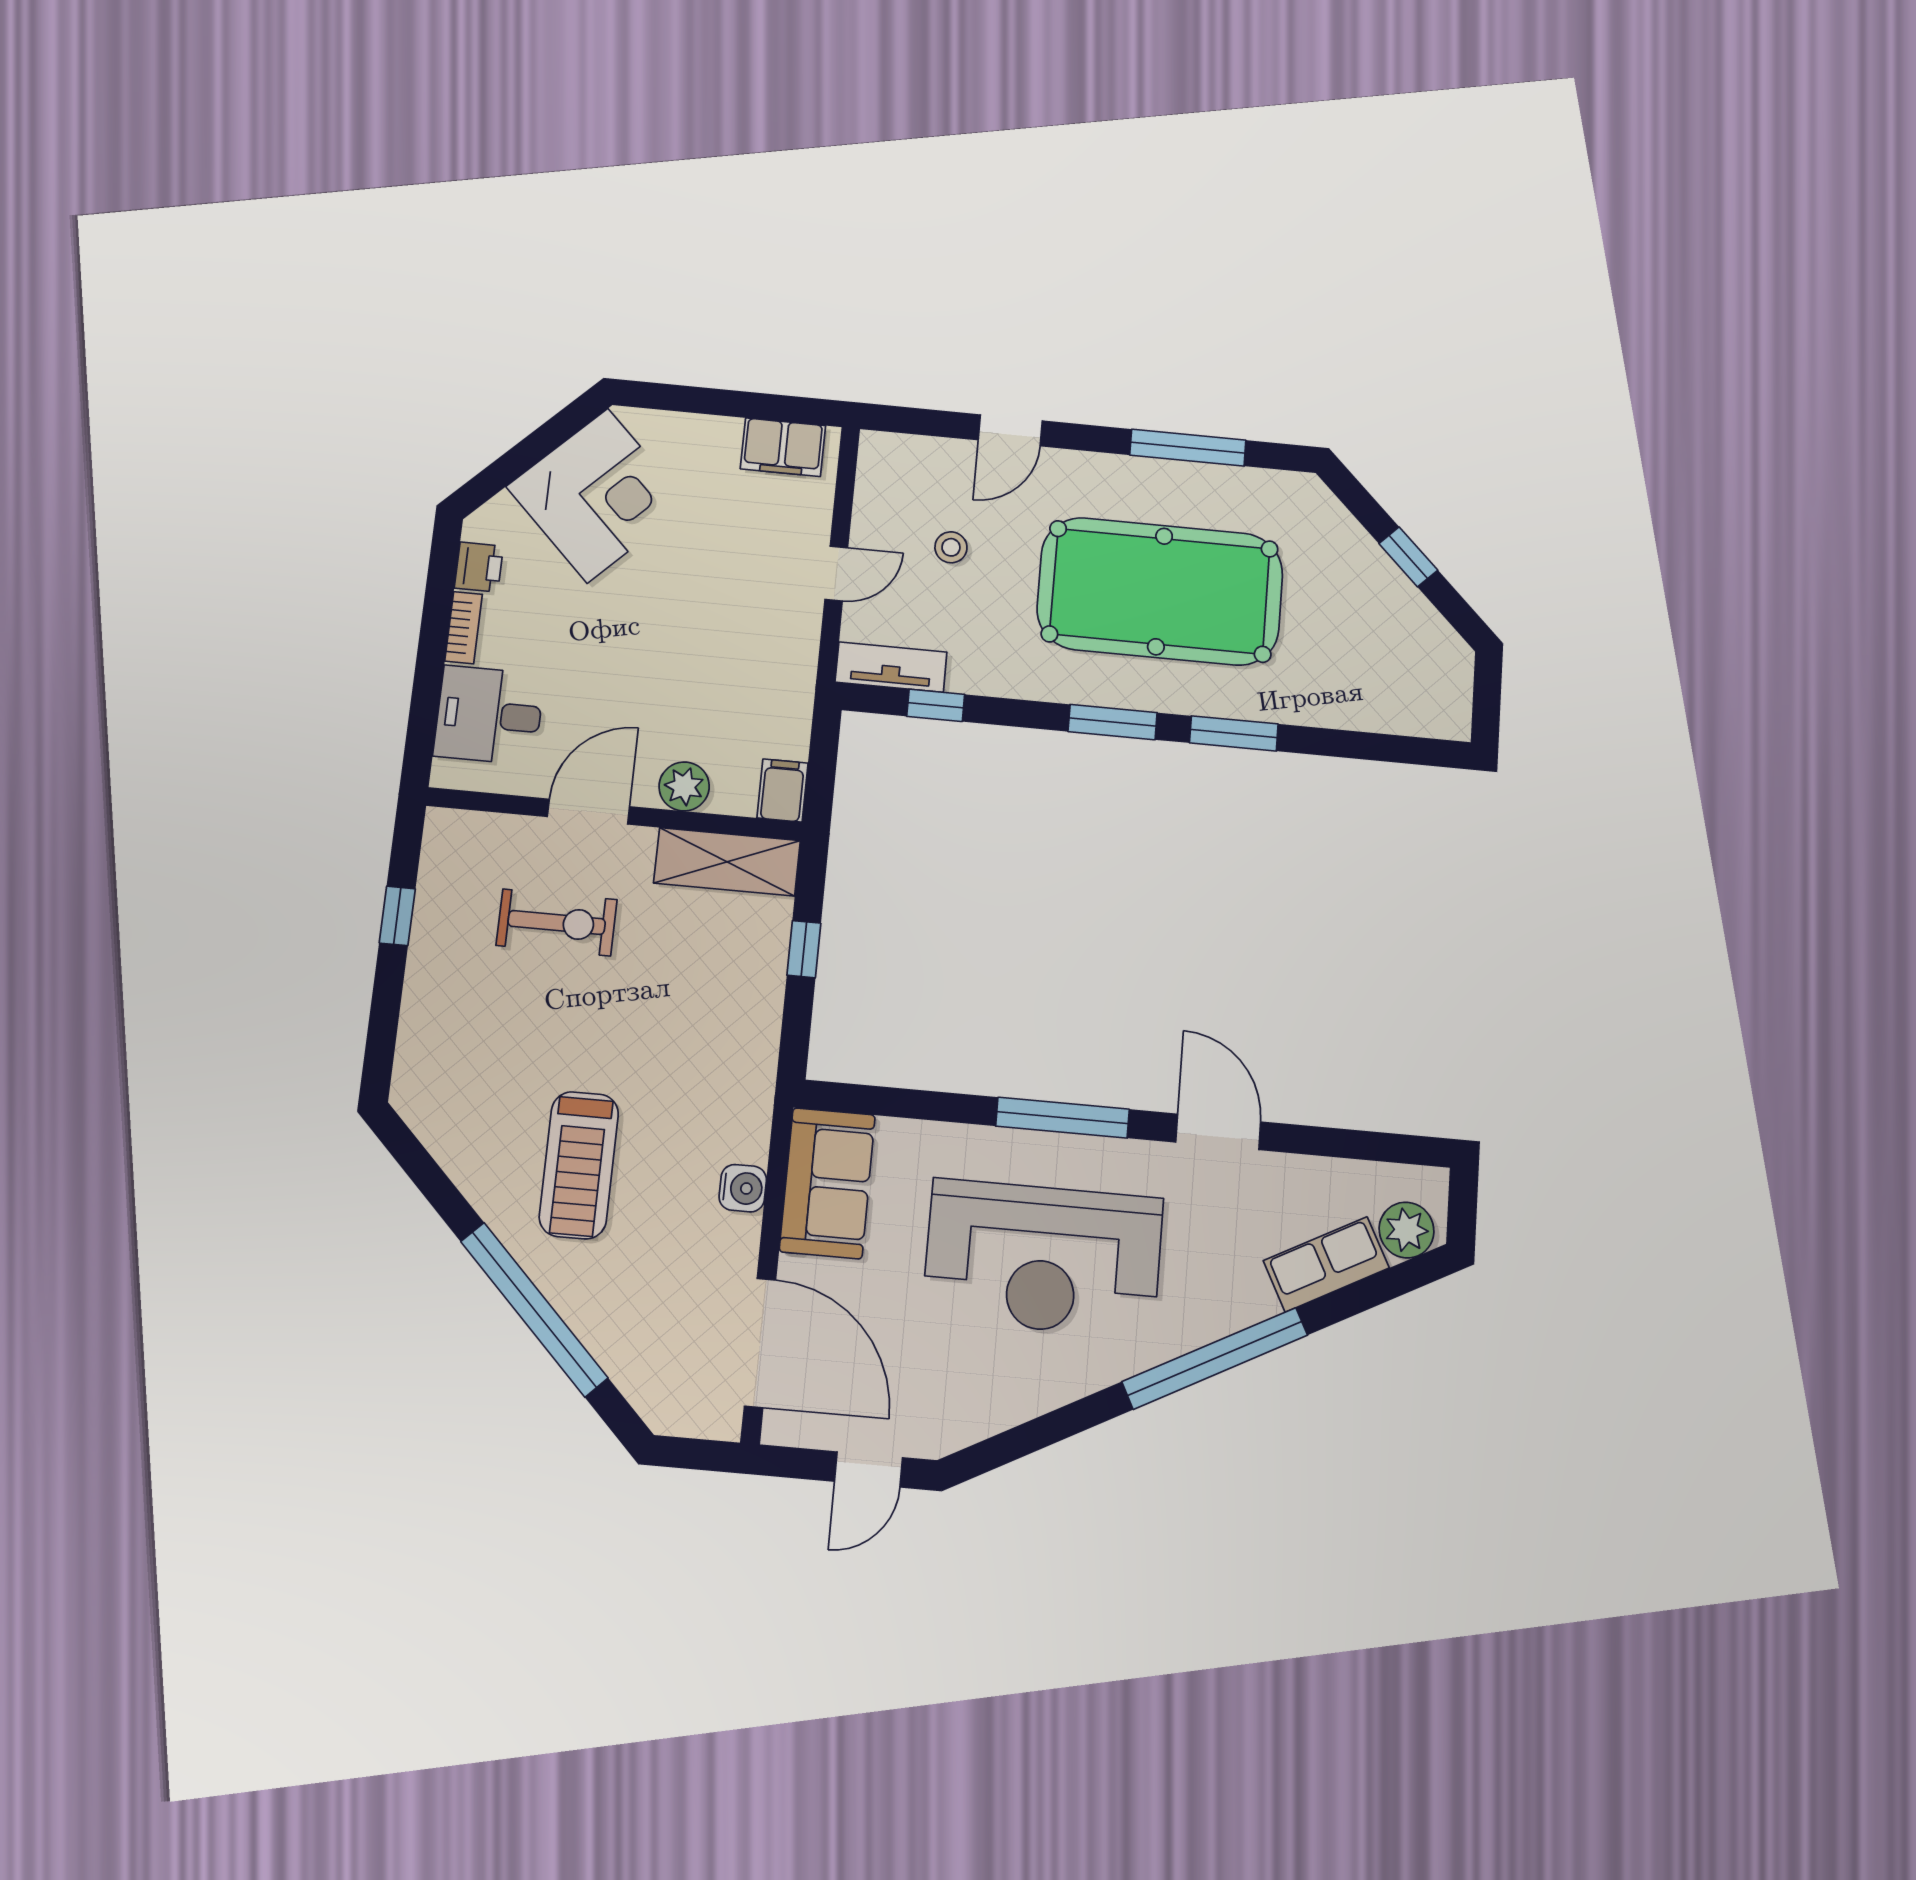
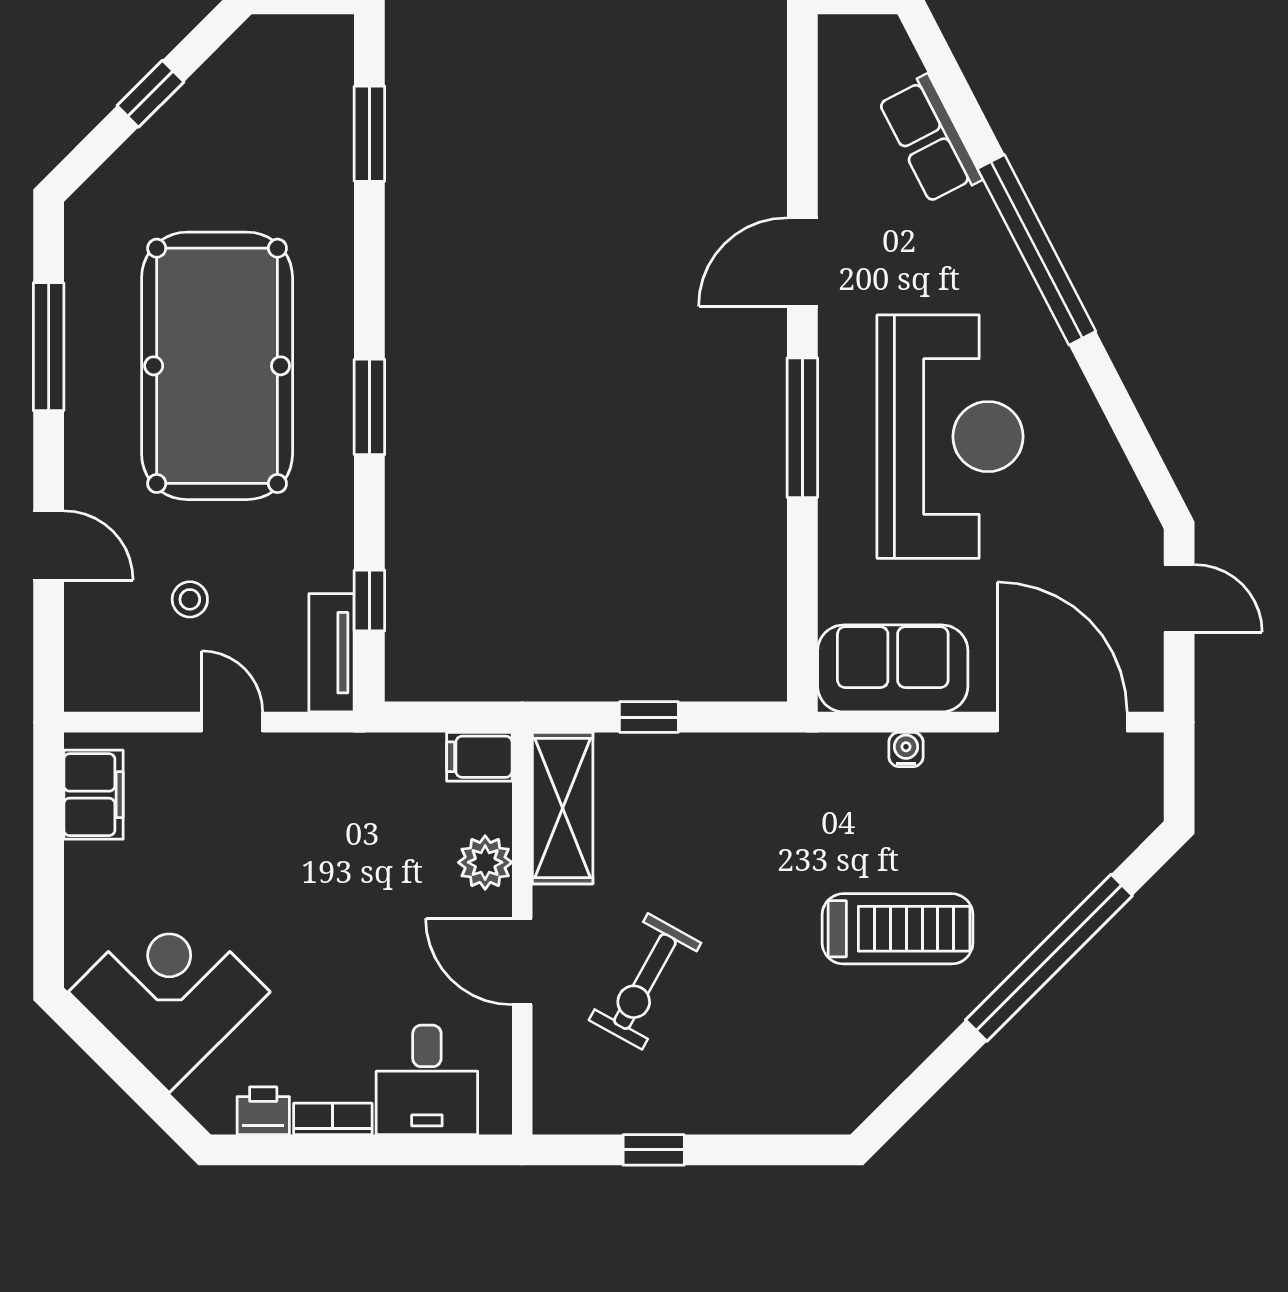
window: (1234, 733) -> (369, 134), moved
exercise bike: (557, 922) -> (645, 981), turned -151
water cooler: (743, 1188) -> (906, 749), width x0.72, depth x0.72
plant: (1407, 1230) -> (887, 57), removed
door: (760, 1343) -> (1062, 722), hinge flipped

